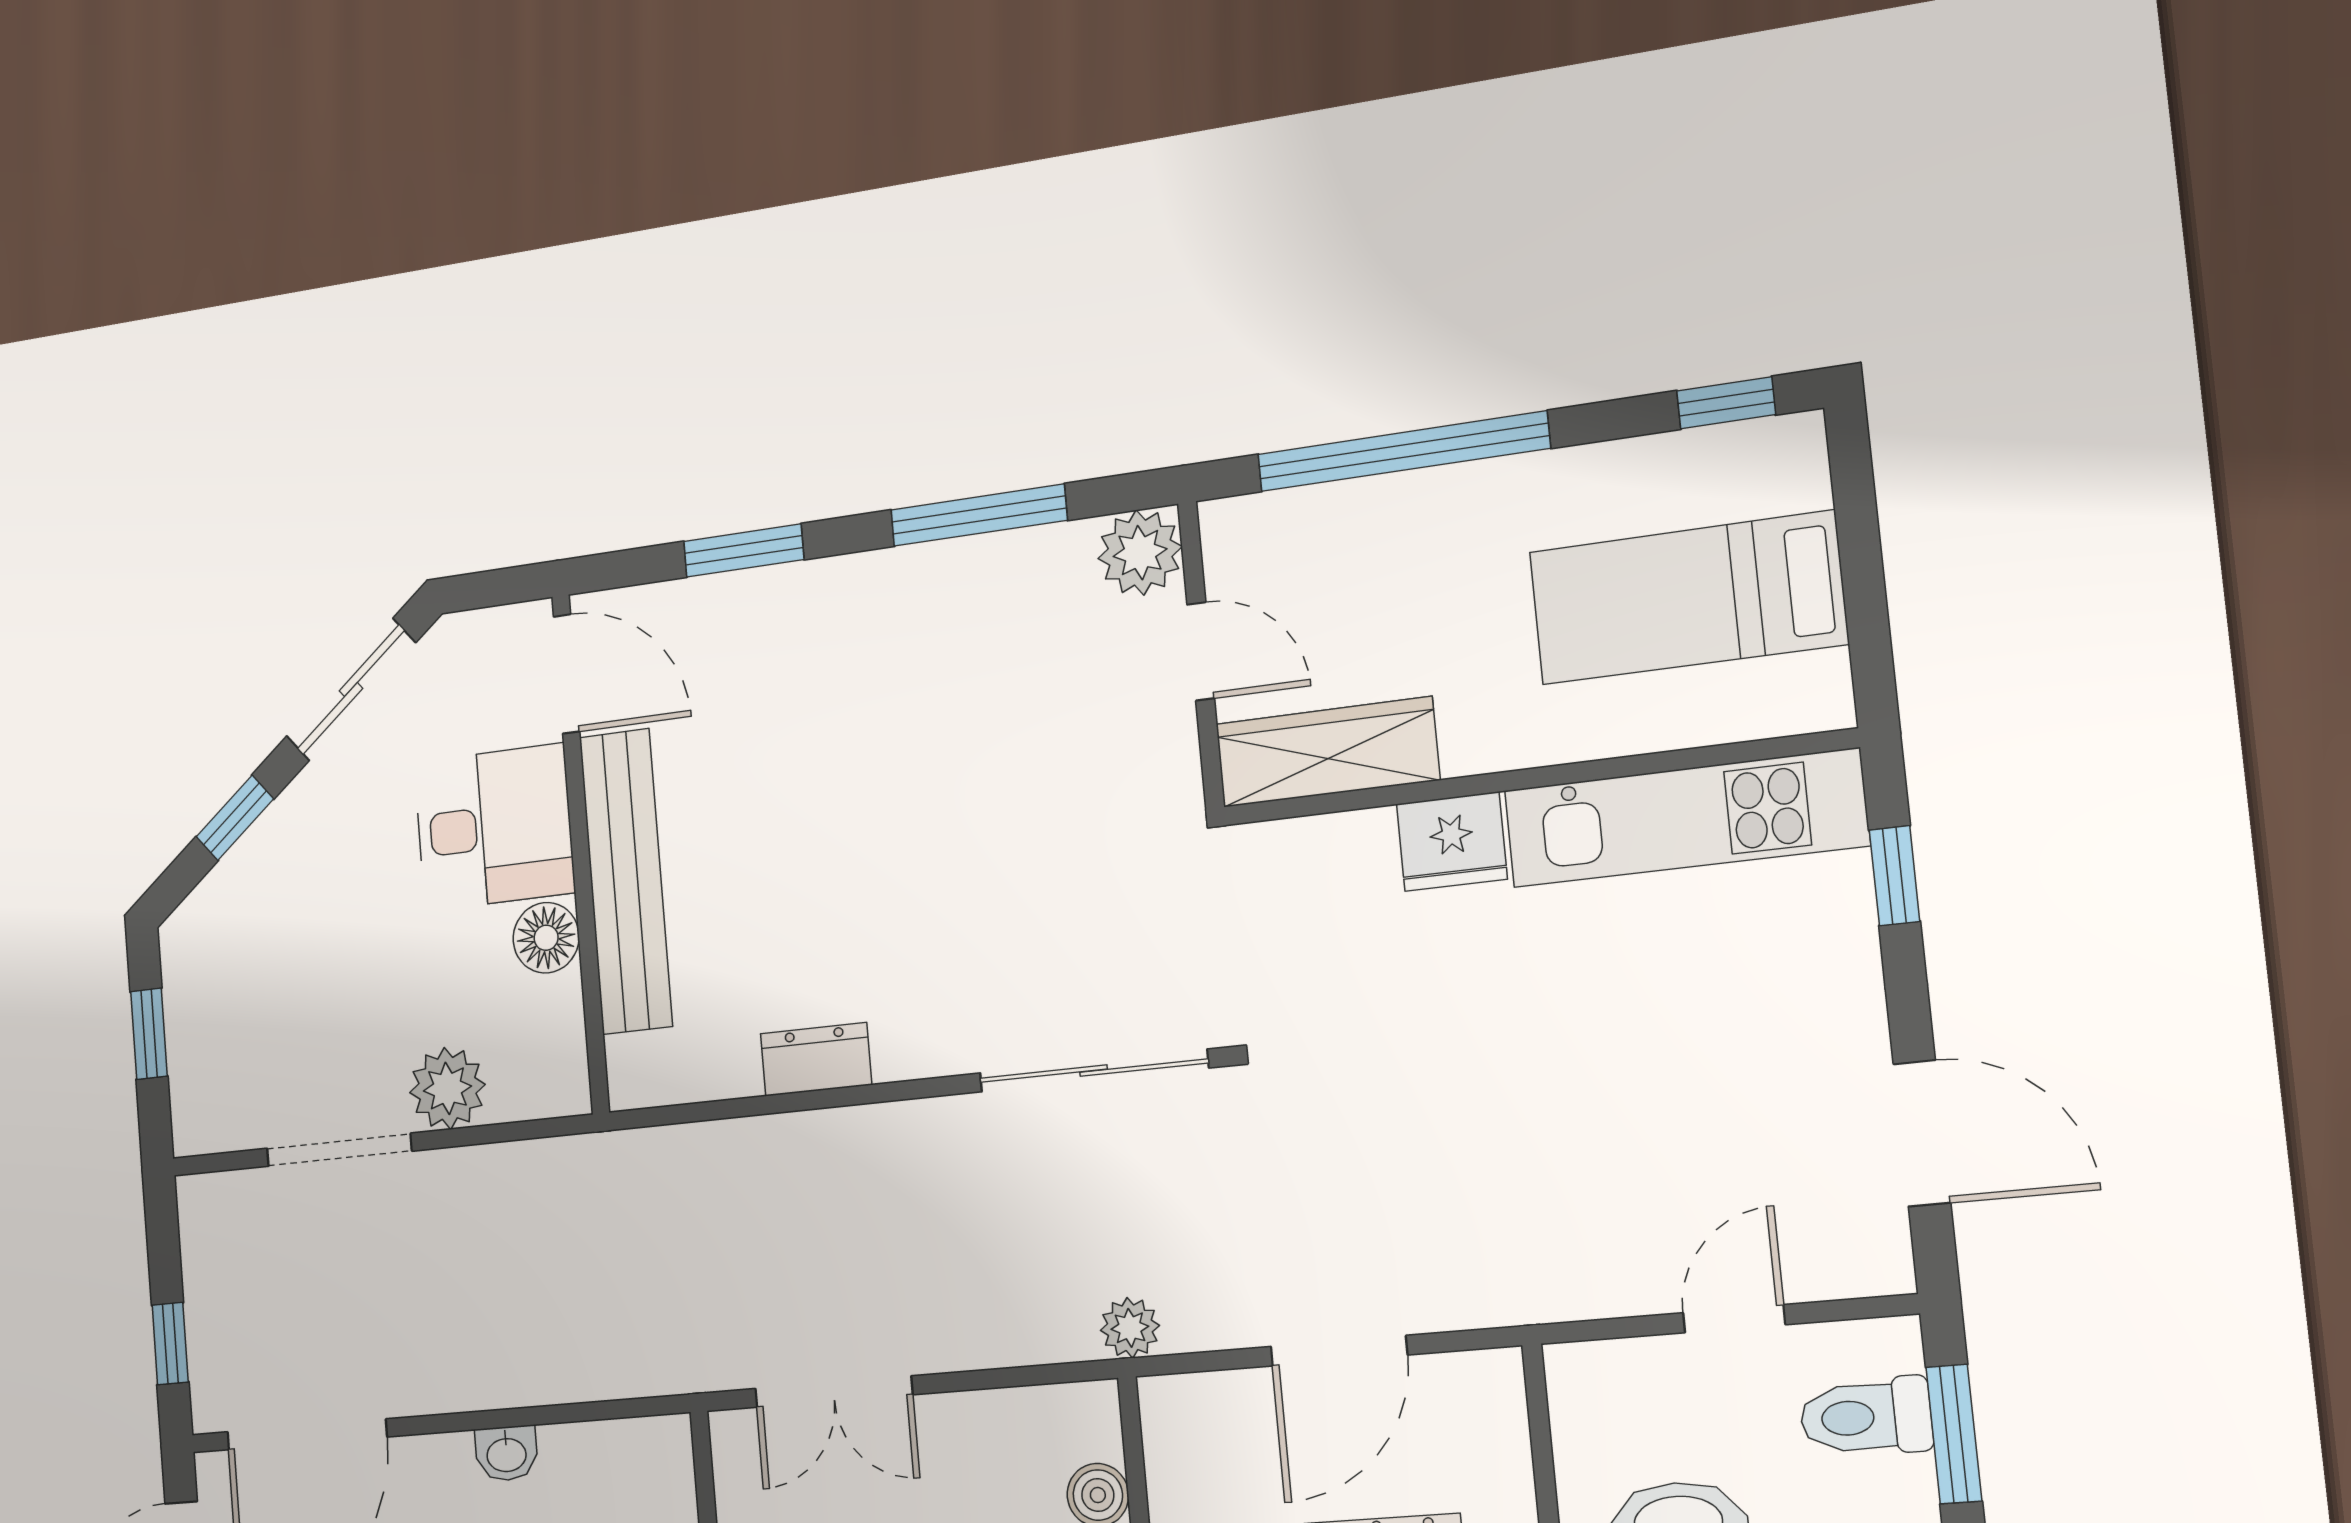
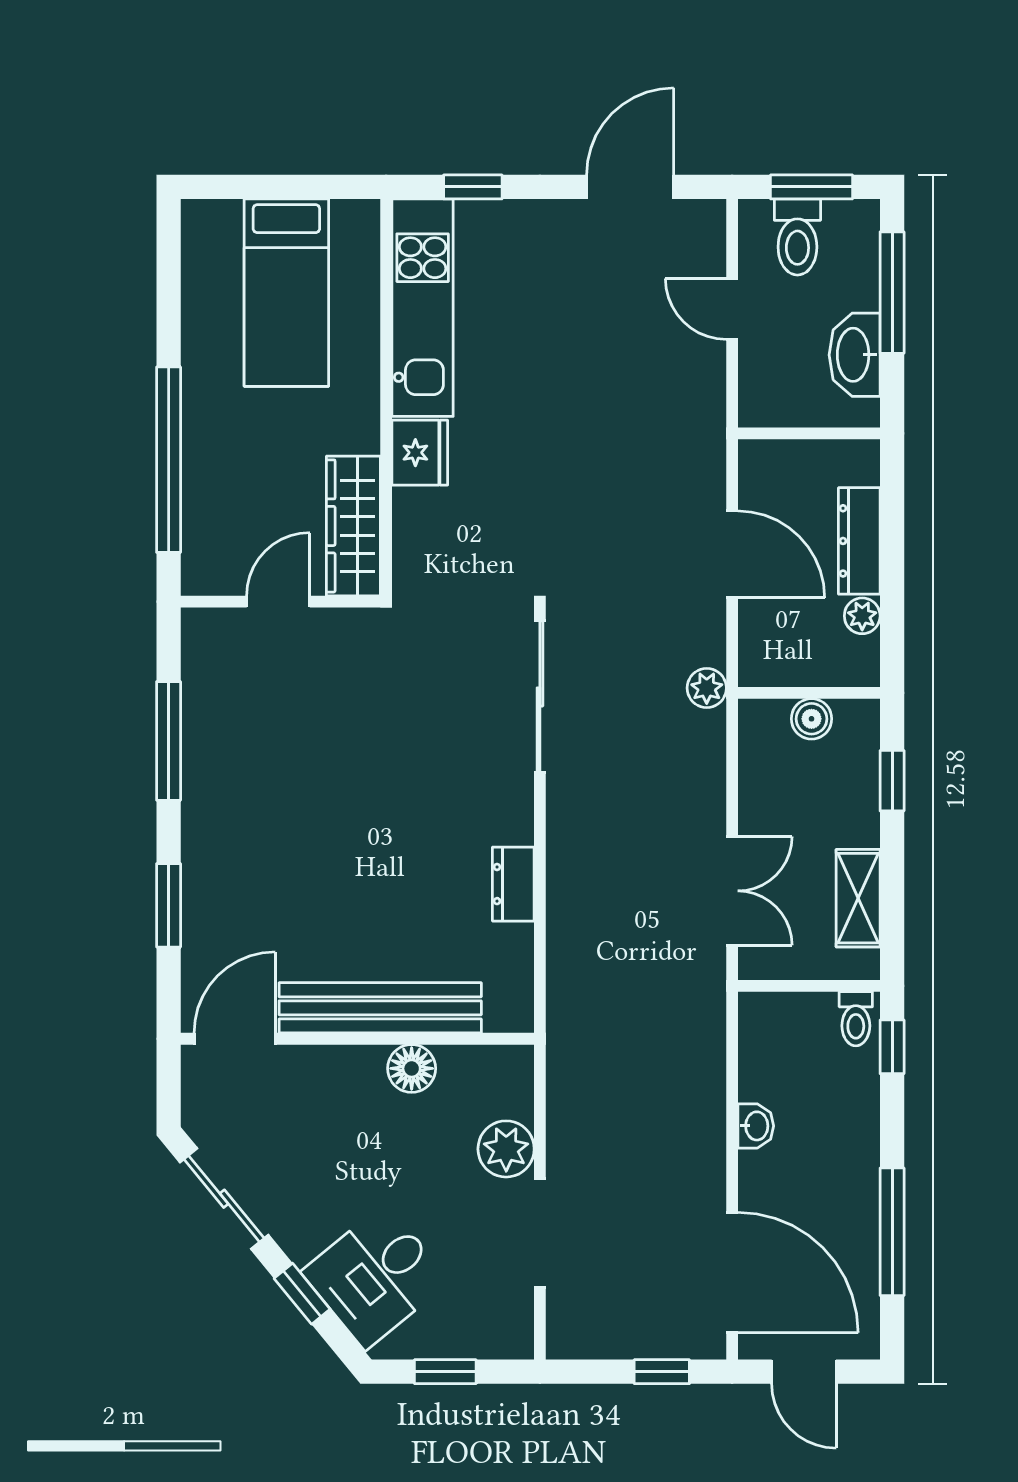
window: (1726, 403) -> (169, 257), removed
plant: (1140, 553) -> (209, 635), removed
desk: (494, 827) -> (375, 1276), moved, turned -129

